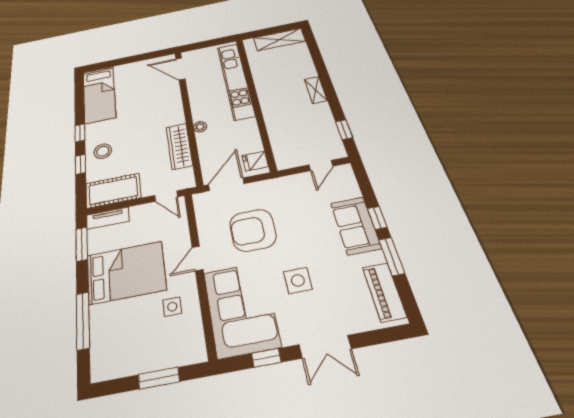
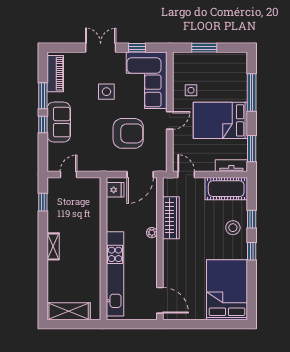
bed: (99, 94) -> (227, 290), width x1.50

